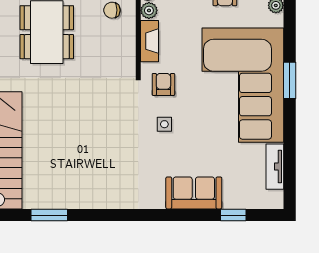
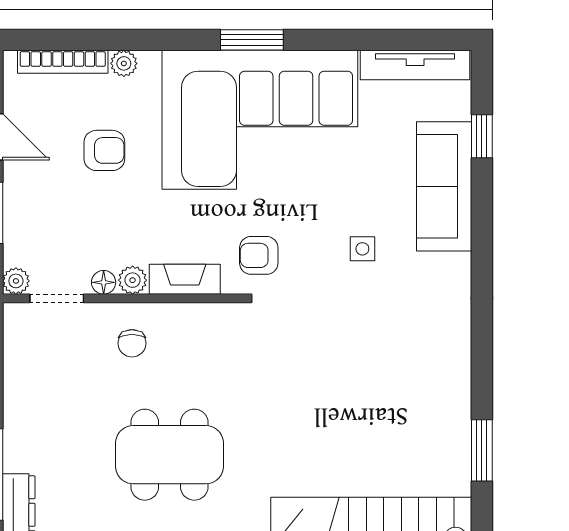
side table: (164, 124) -> (362, 249), moved
tv unit: (275, 167) -> (415, 65), width x1.41
sofa: (194, 193) -> (444, 186), width x1.36

